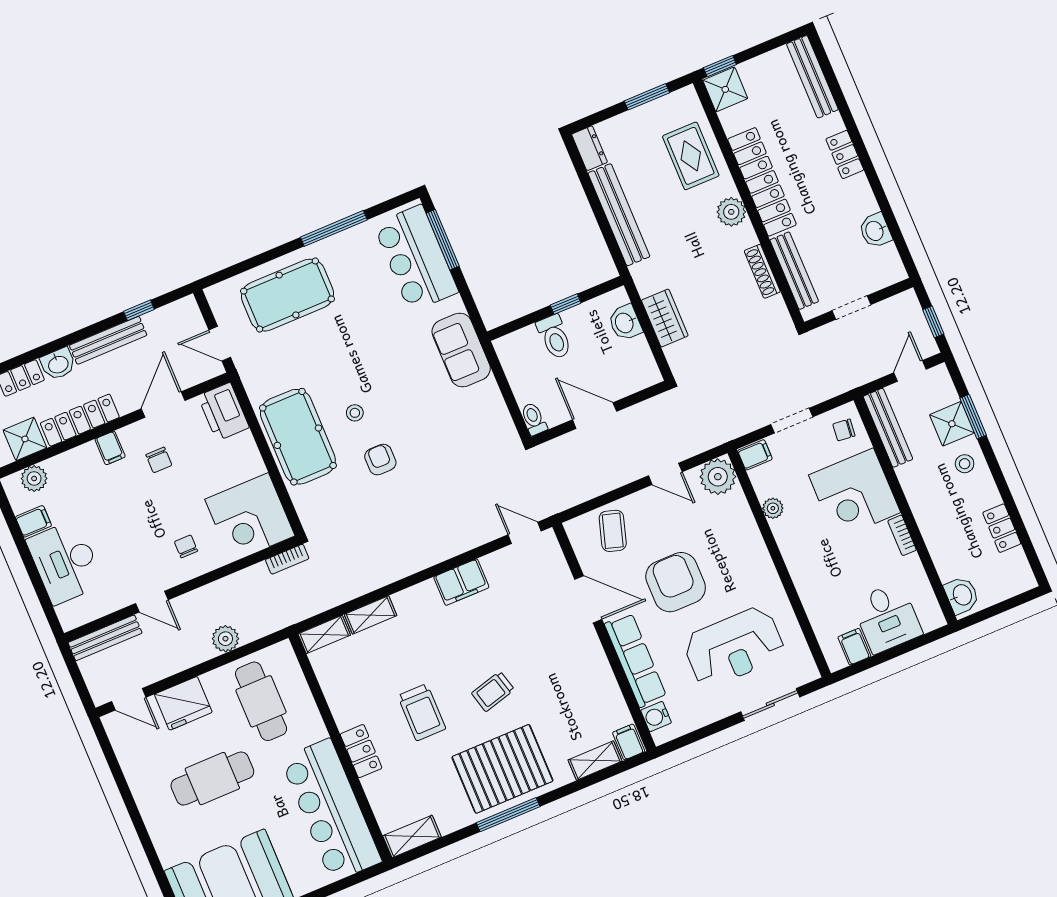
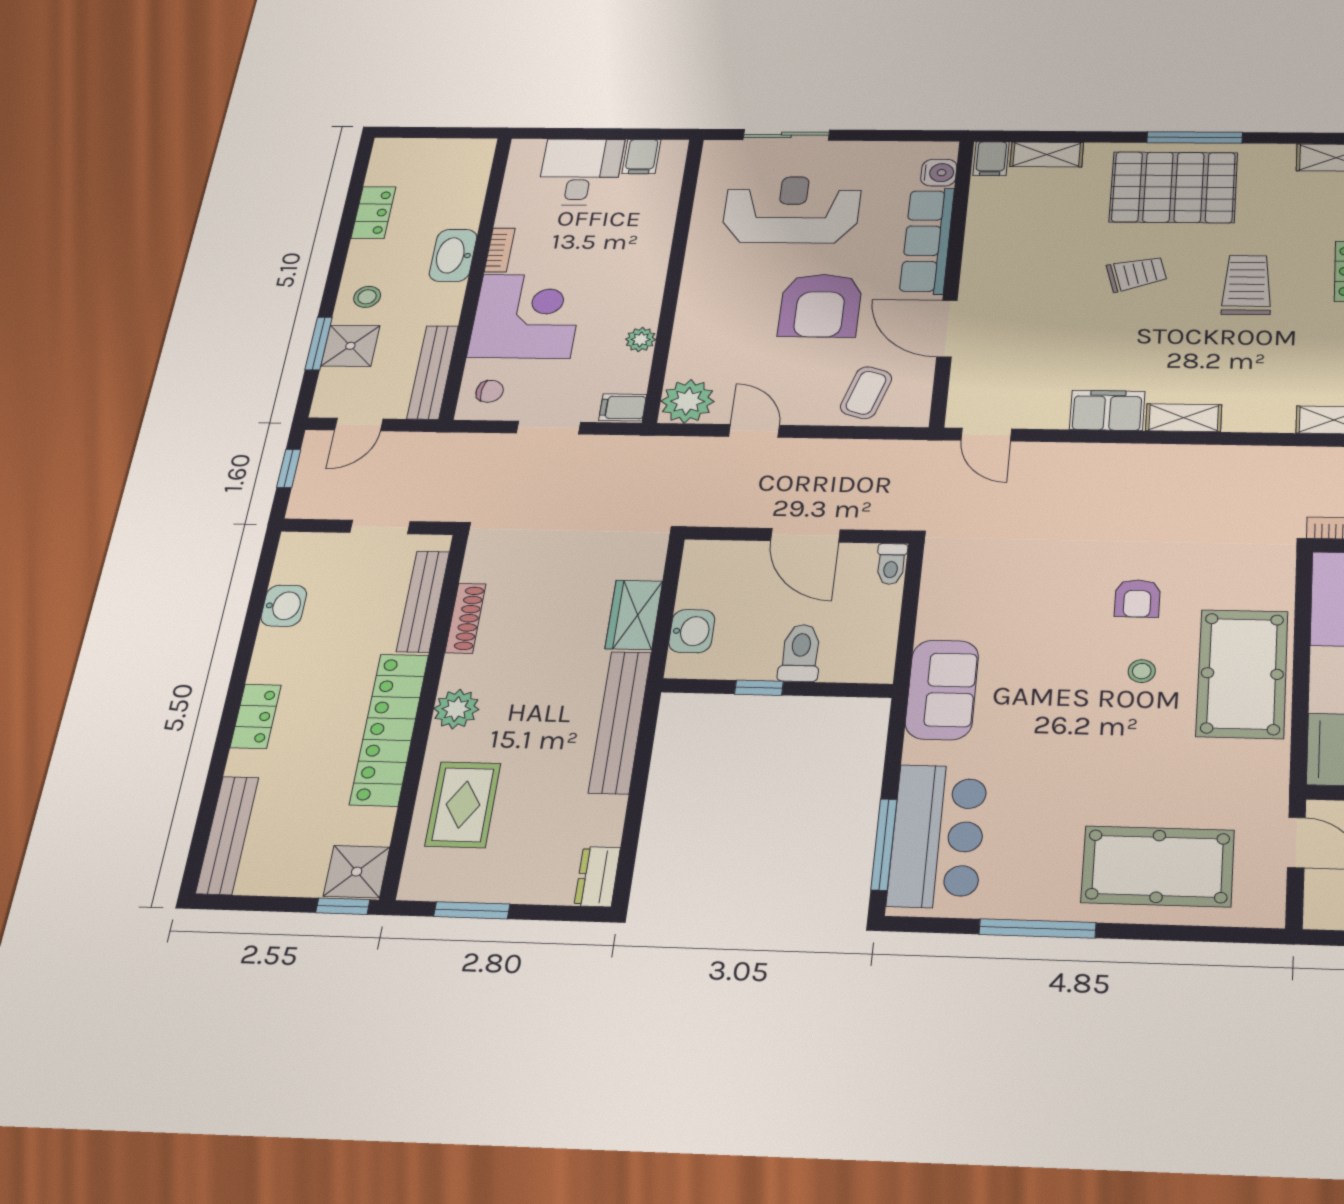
bench: (619, 215) -> (620, 722), moved
washbasin: (962, 595) -> (453, 255), moved, width x1.38
shelving: (371, 615) -> (1184, 418), moved

